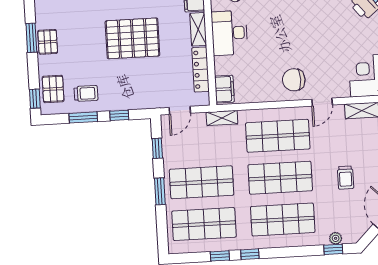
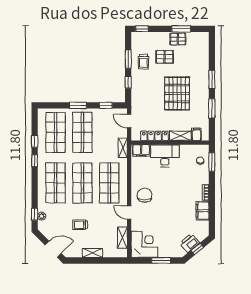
desk: (229, 33) -> (165, 156), moved
pallet: (53, 89) -> (164, 57), moved

